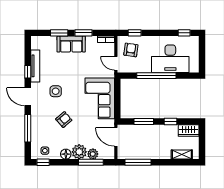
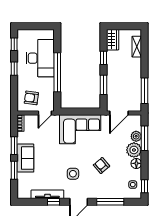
window: (135, 33) -> (14, 69), moved

